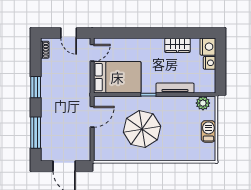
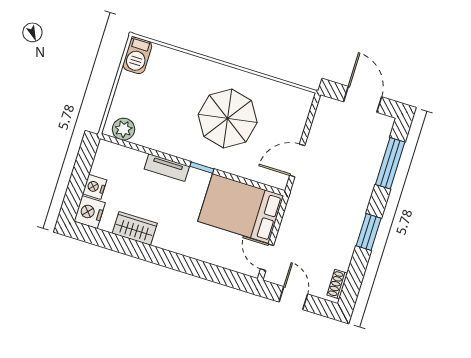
door: (92, 53) -> (267, 257), hinge flipped
tv unit: (175, 88) -> (167, 168), width x0.71
barbecue: (208, 131) -> (137, 55), moved

